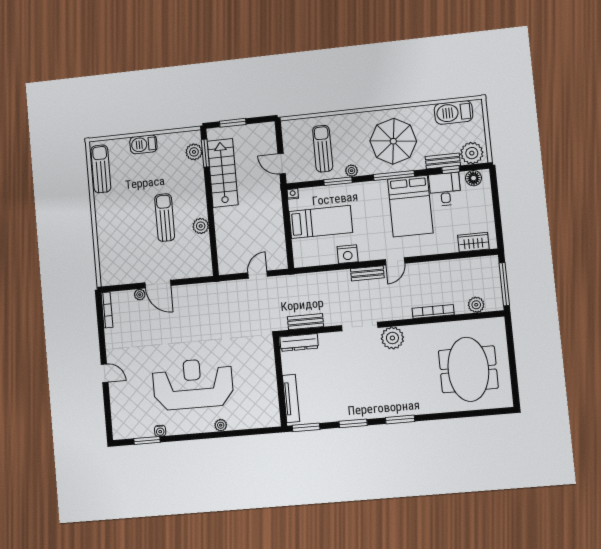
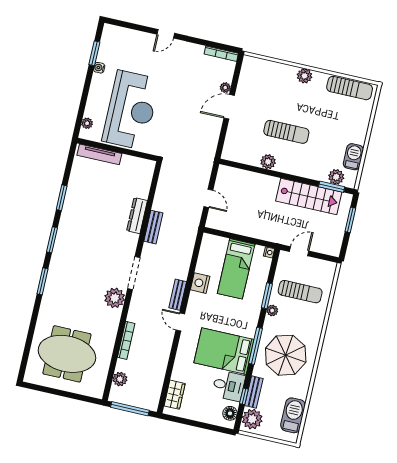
barbecue: (143, 144) -> (353, 157), moved
plant: (103, 218) -> (305, 76), added
wall: (280, 381) -> (117, 149), moved
tv unit: (291, 398) -> (99, 154), moved

